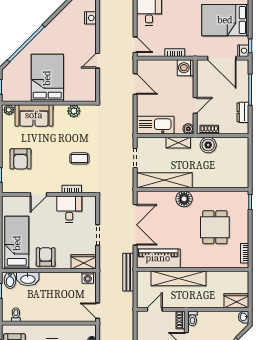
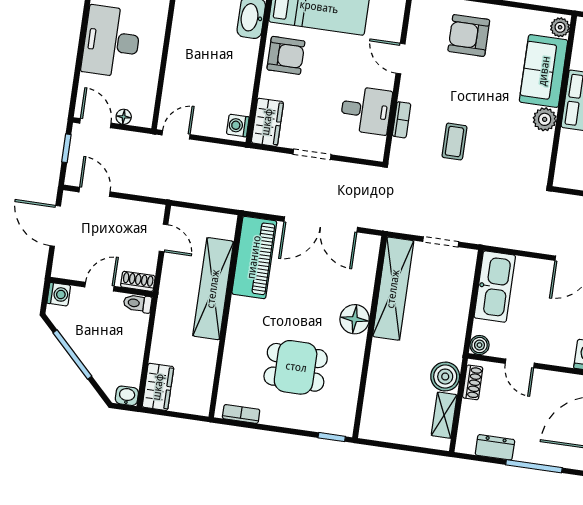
plant: (74, 111) -> (545, 119), moved
shelving: (178, 143) -> (444, 415), moved
bench: (128, 272) -> (237, 200), removed

